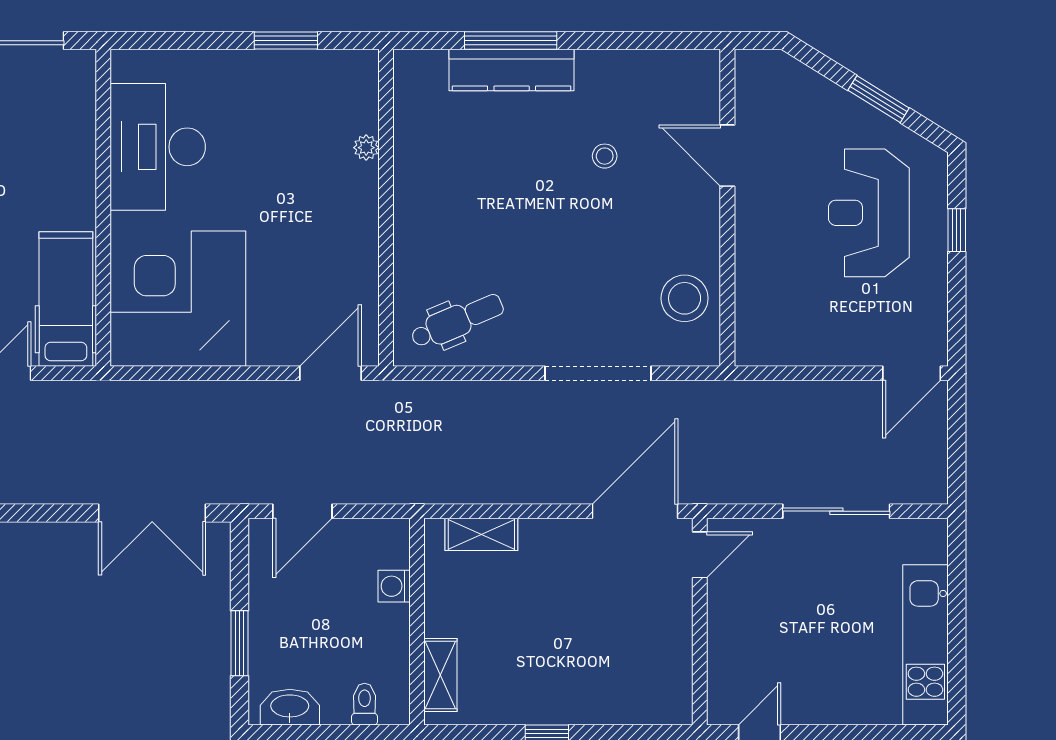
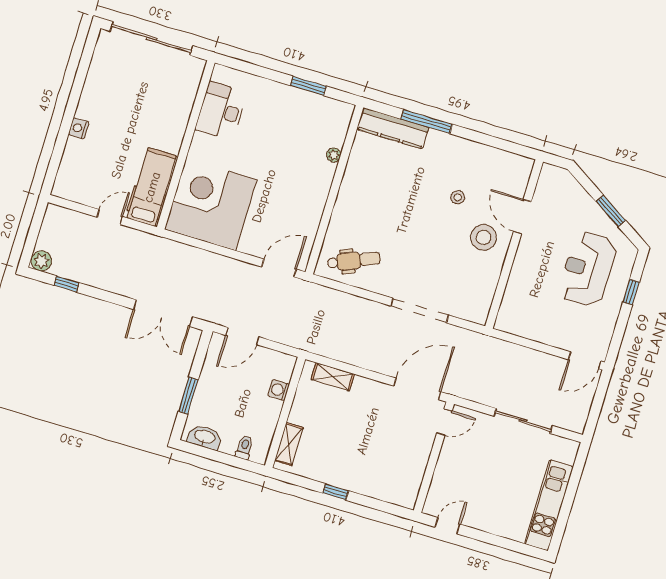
kitchen counter: (512, 70) -> (393, 128), moved
desk: (158, 147) -> (221, 111), width x0.73, depth x0.77
stool: (685, 298) -> (484, 237), moved

